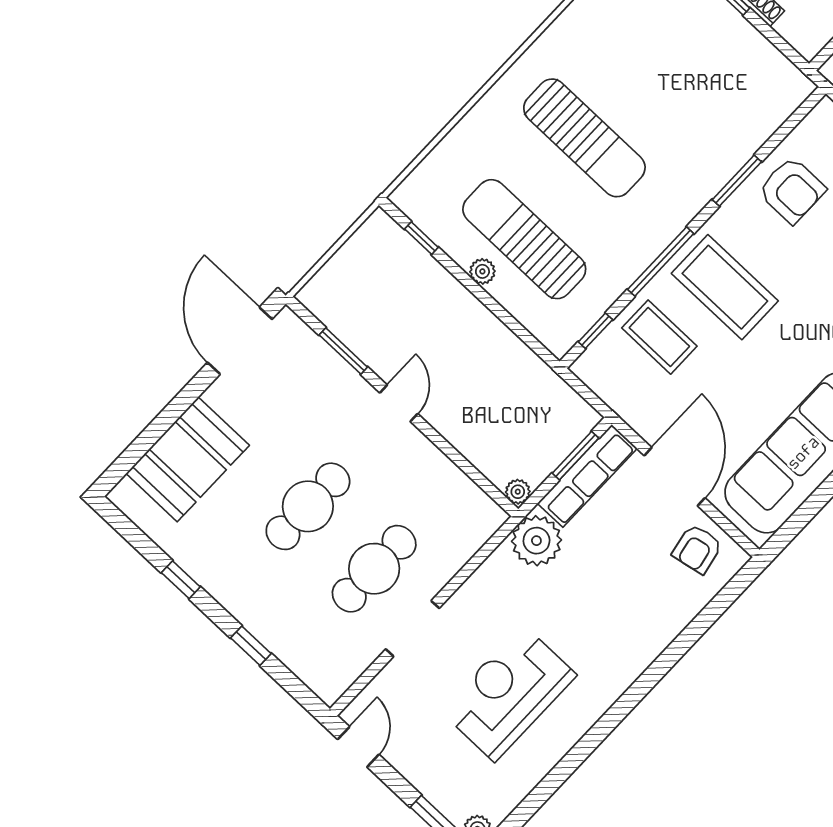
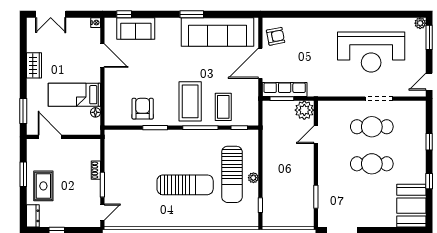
sun lounger: (584, 138) -> (185, 185), turned 90
door: (399, 403) -> (316, 135), moved
booth: (188, 459) -> (411, 206), moved, turned 90
plant: (518, 492) -> (304, 110), width x1.88, depth x1.88
plant: (536, 541) -> (318, 86), removed
reception desk: (508, 693) -> (371, 52), width x1.36, depth x1.30

